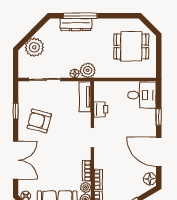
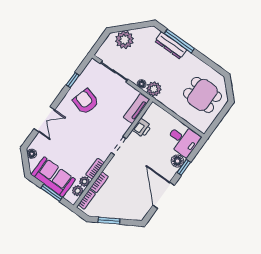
double door: (16, 160) -> (44, 119), width x0.73
floor lamp: (150, 179) -> (178, 161), moved

